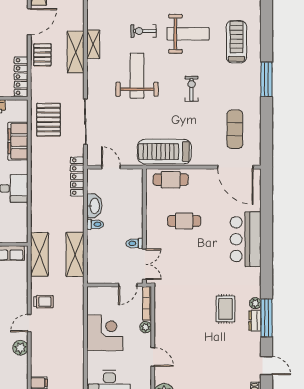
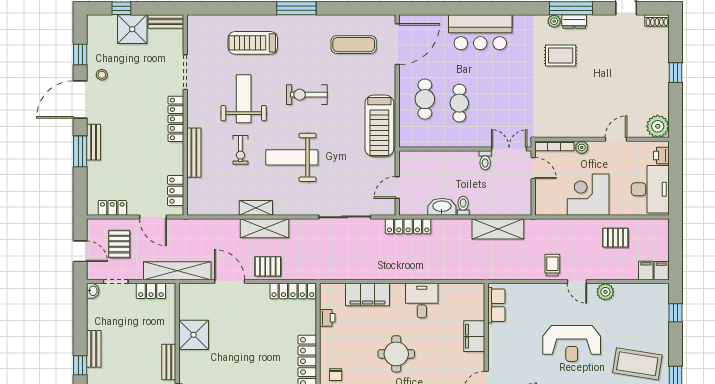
exercise bike: (192, 89) -> (307, 95), width x1.38, depth x1.39
pallet: (48, 120) -> (615, 238), moved, width x0.67, depth x0.71
cafe table: (171, 180) -> (425, 99), moved
shelving: (39, 254) -> (498, 270), removed

